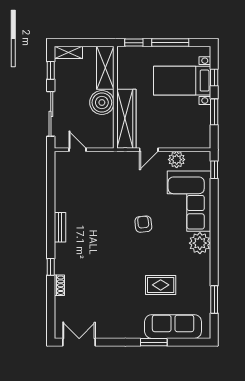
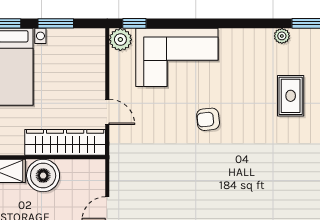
plant: (177, 160) -> (120, 40), moved
plant: (200, 243) -> (282, 36), moved, width x0.53, depth x0.53

